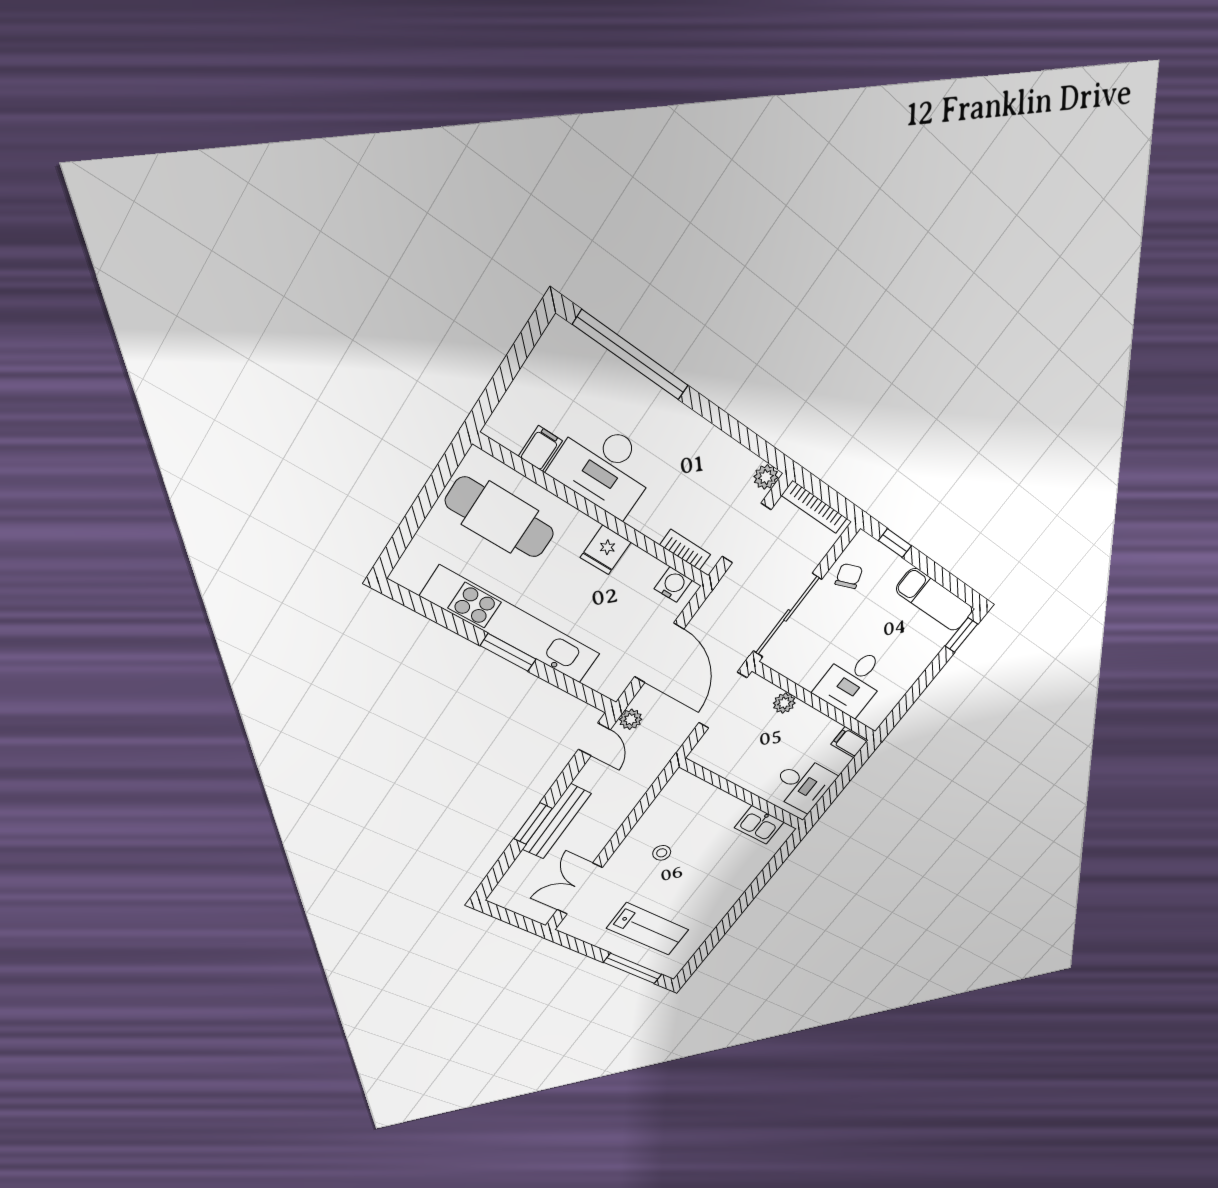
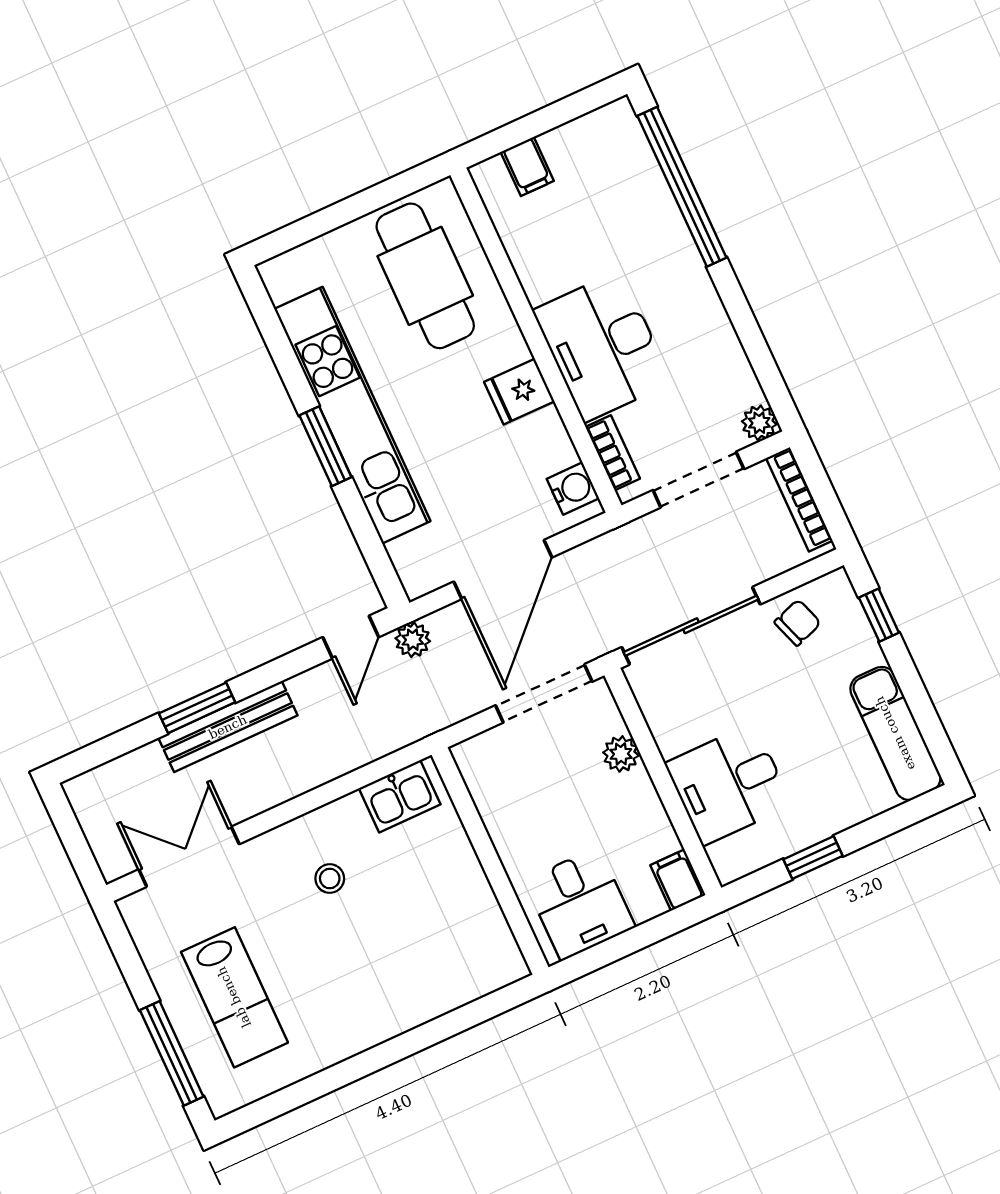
filing cabinet: (540, 449) -> (527, 166), moved, turned 90
desk: (605, 468) -> (602, 346), moved
window: (961, 635) -> (813, 858), moved
kitchen sink: (759, 825) -> (400, 796), moved, turned -90

